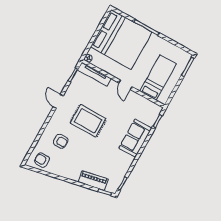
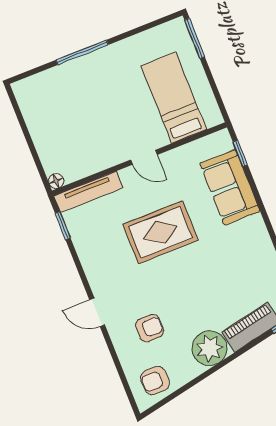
bed: (121, 39) -> (69, 107), removed
door: (58, 101) -> (97, 312), moved
rug: (88, 121) -> (160, 232), moved
sofa: (135, 138) -> (230, 187), moved
plant: (72, 171) -> (209, 348), added

